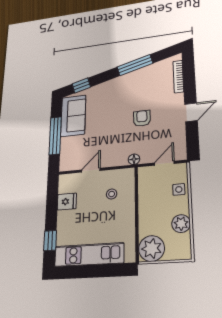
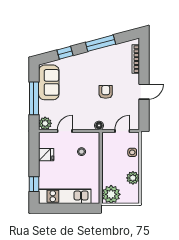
window: (81, 85) -> (65, 53), moved
plant: (67, 163) -> (45, 123), added

